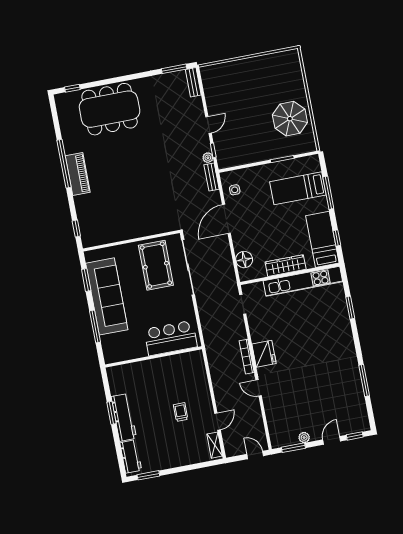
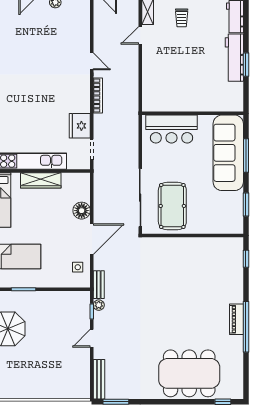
bench: (193, 82) -> (99, 379), width x1.36
piano: (78, 174) -> (236, 319), width x0.73, depth x0.75
floor lamp: (244, 260) -> (82, 211), moved
sofa: (107, 296) -> (228, 153), moved
fridge: (264, 354) -> (80, 126), moved
trolley: (181, 412) -> (182, 18), moved

